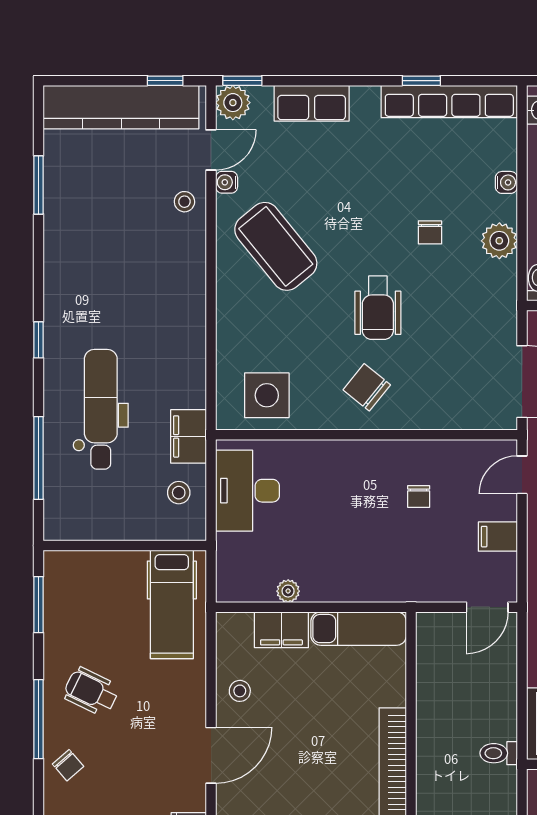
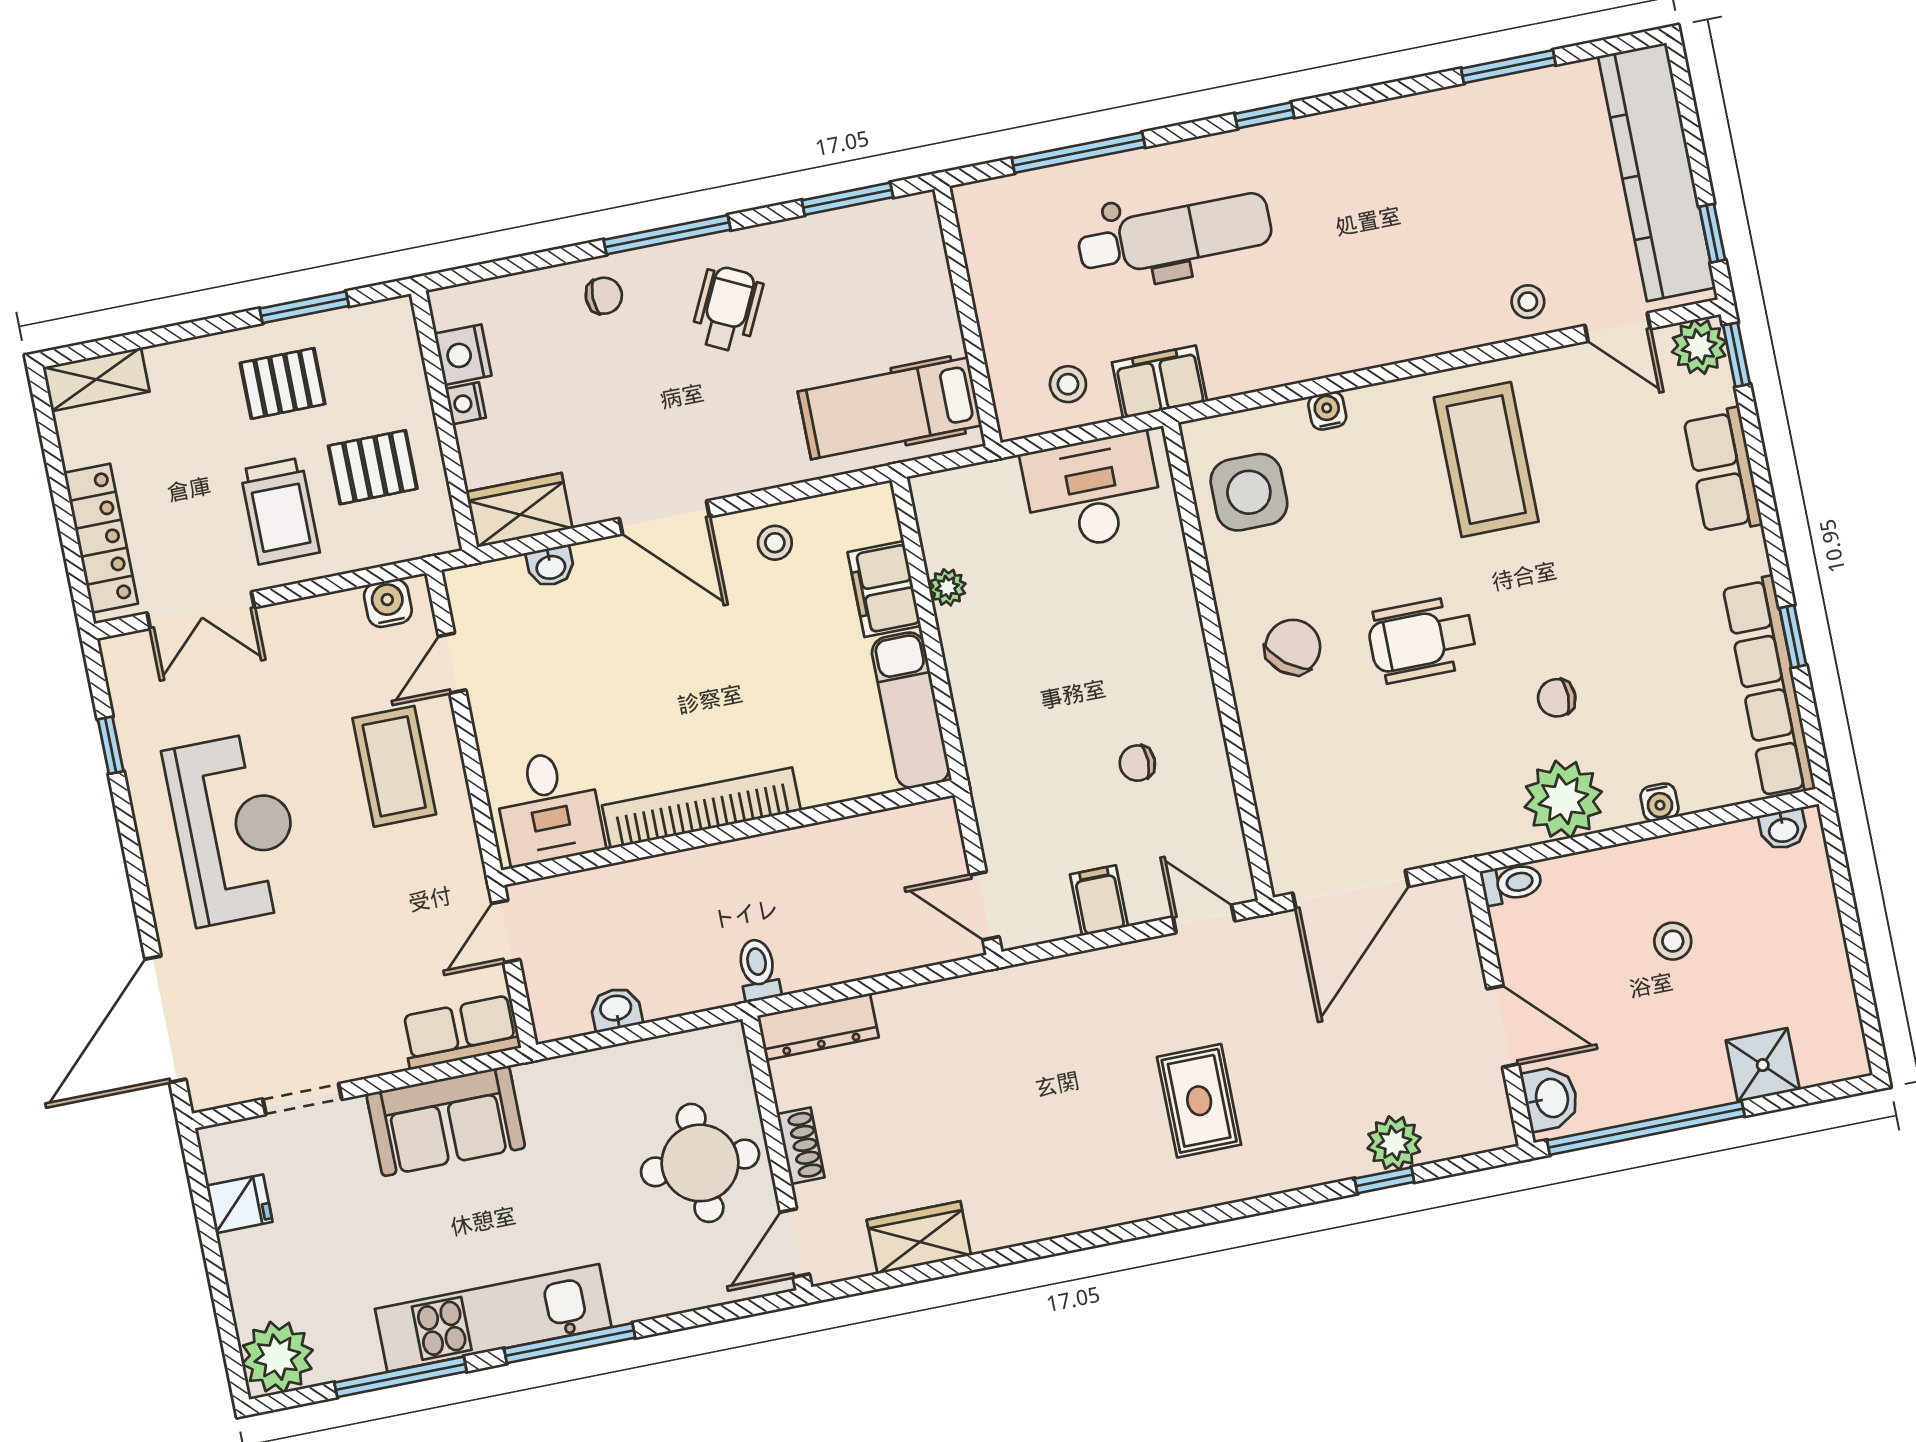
water cooler: (227, 182) -> (1327, 411), moved
plant: (499, 241) -> (1563, 799), width x1.36, depth x1.36
coffee table: (276, 246) -> (1486, 460), turned -51
chair: (68, 765) -> (604, 296), turned -139

